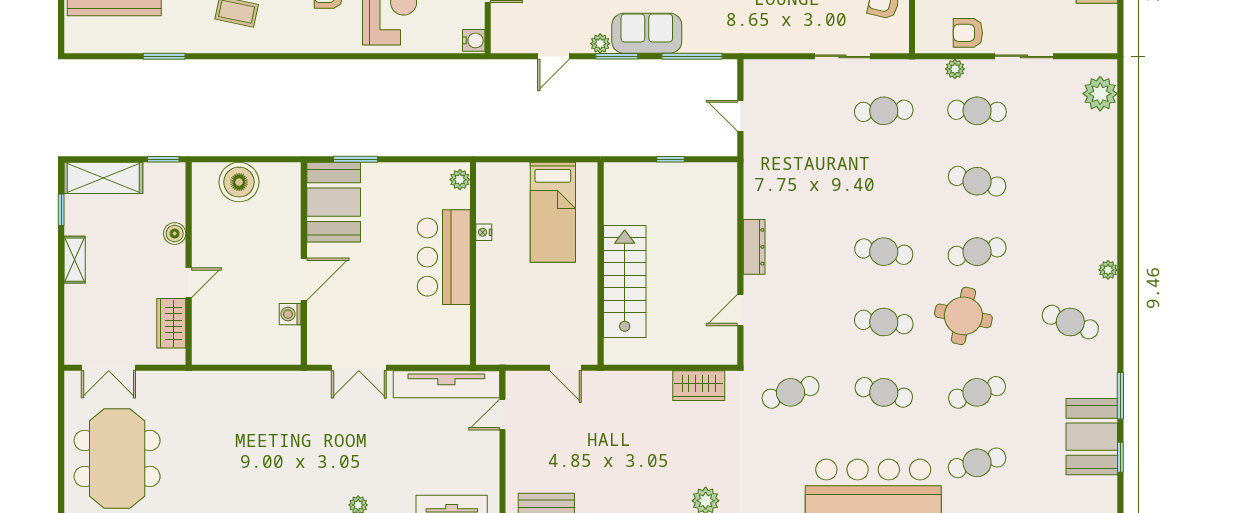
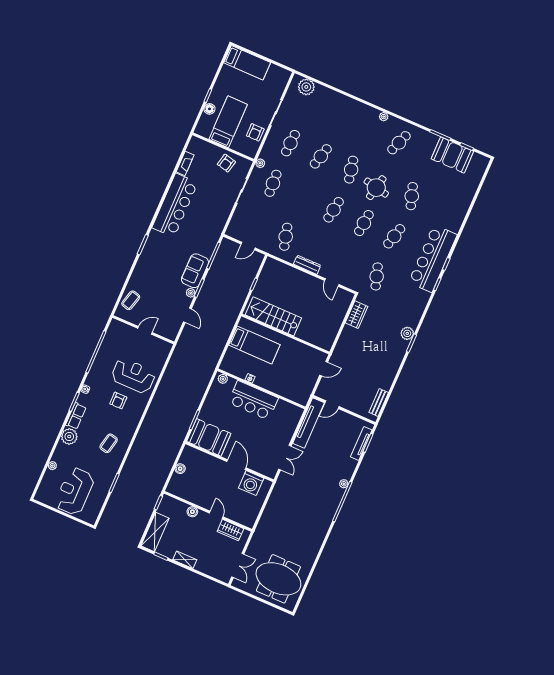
water cooler: (474, 40) -> (166, 347), removed
plant: (955, 69) -> (260, 163), moved
boiler: (239, 182) -> (180, 469), width x0.54, depth x0.54
stairs: (625, 281) -> (273, 316), moved
washing machine: (290, 314) -> (251, 483), width x1.89, depth x1.89
door: (502, 414) -> (332, 405), hinge flipped
cafe table: (977, 463) -> (286, 237), moved

